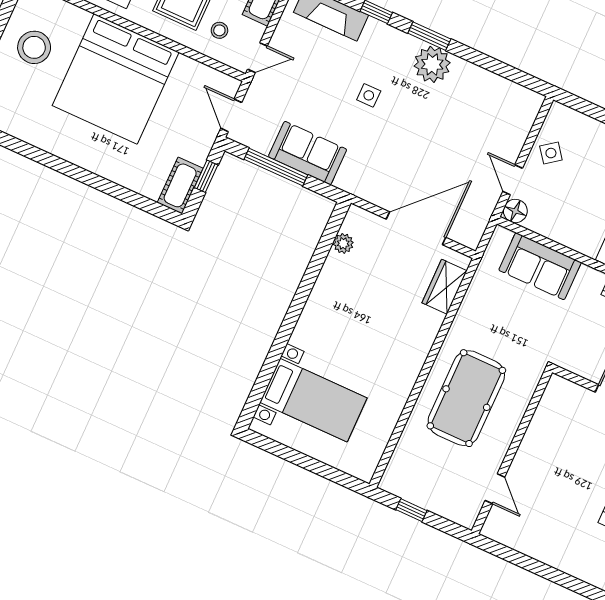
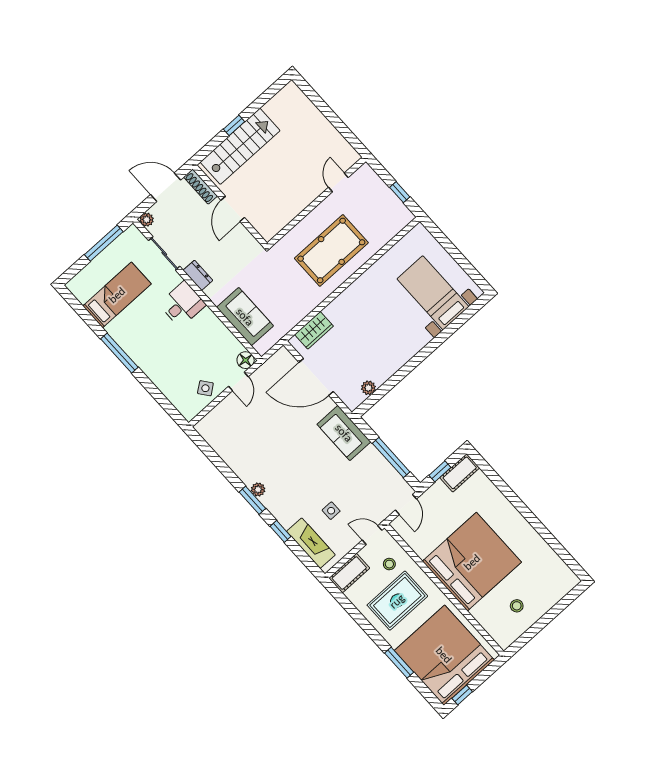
stool: (34, 47) -> (517, 606), width x0.53, depth x0.53
plant: (432, 64) -> (258, 489), width x0.53, depth x0.53
side table: (369, 95) -> (331, 511), moved
sofa: (308, 153) -> (344, 433), moved

